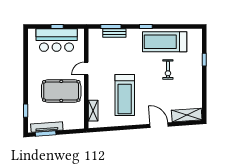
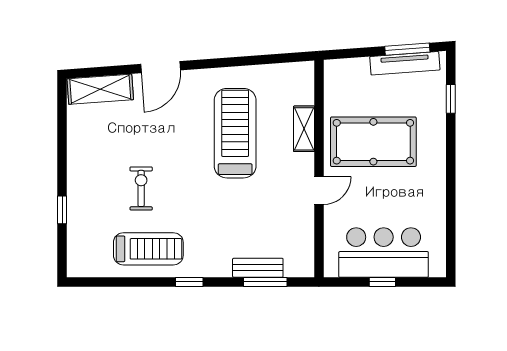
treadmill: (165, 42) -> (148, 249), width x0.73, depth x0.73
shelving: (93, 111) -> (304, 129), moved
door: (159, 125) -> (161, 67), hinge flipped

